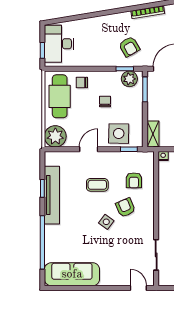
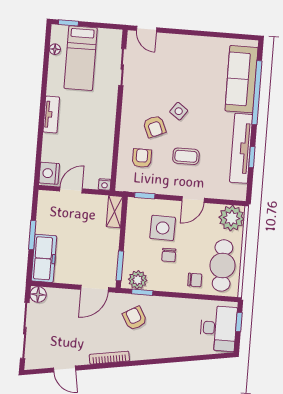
side table: (119, 134) -> (163, 228), moved
sofa: (72, 274) -> (241, 79), moved, turned 90

